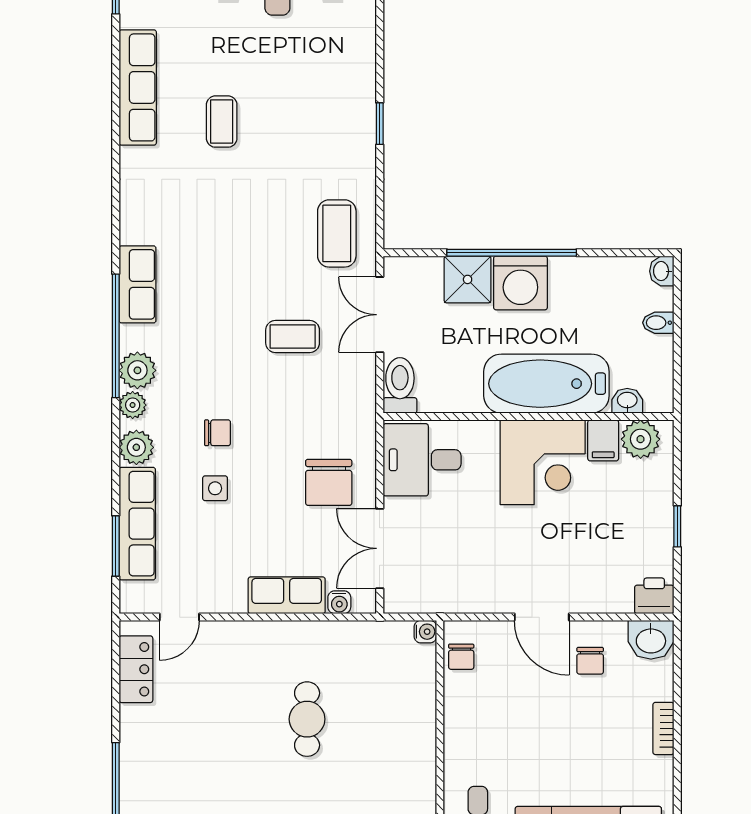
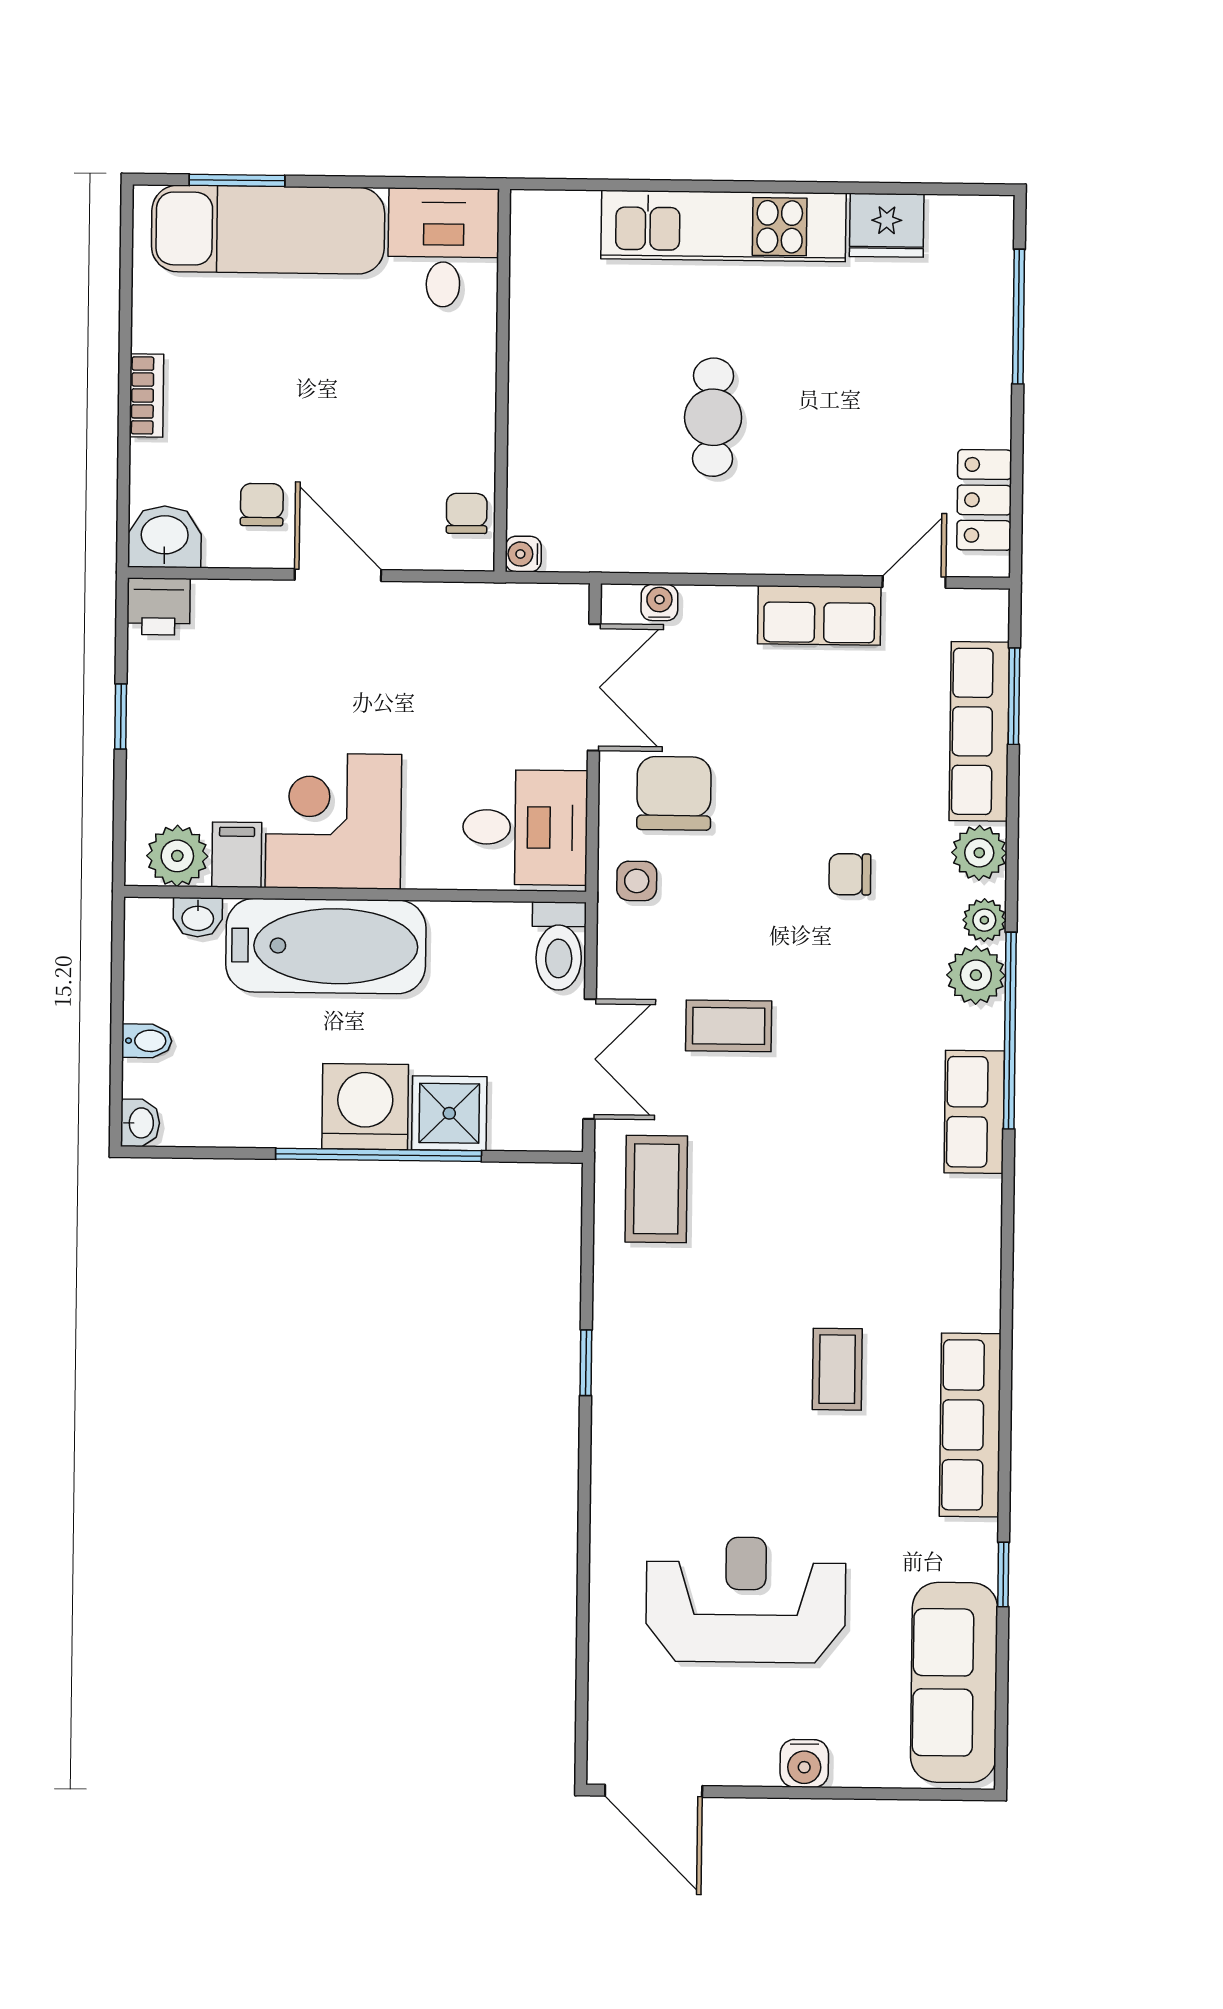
side table: (215, 488) -> (637, 881), moved
row of seats: (287, 595) -> (819, 615), moved

